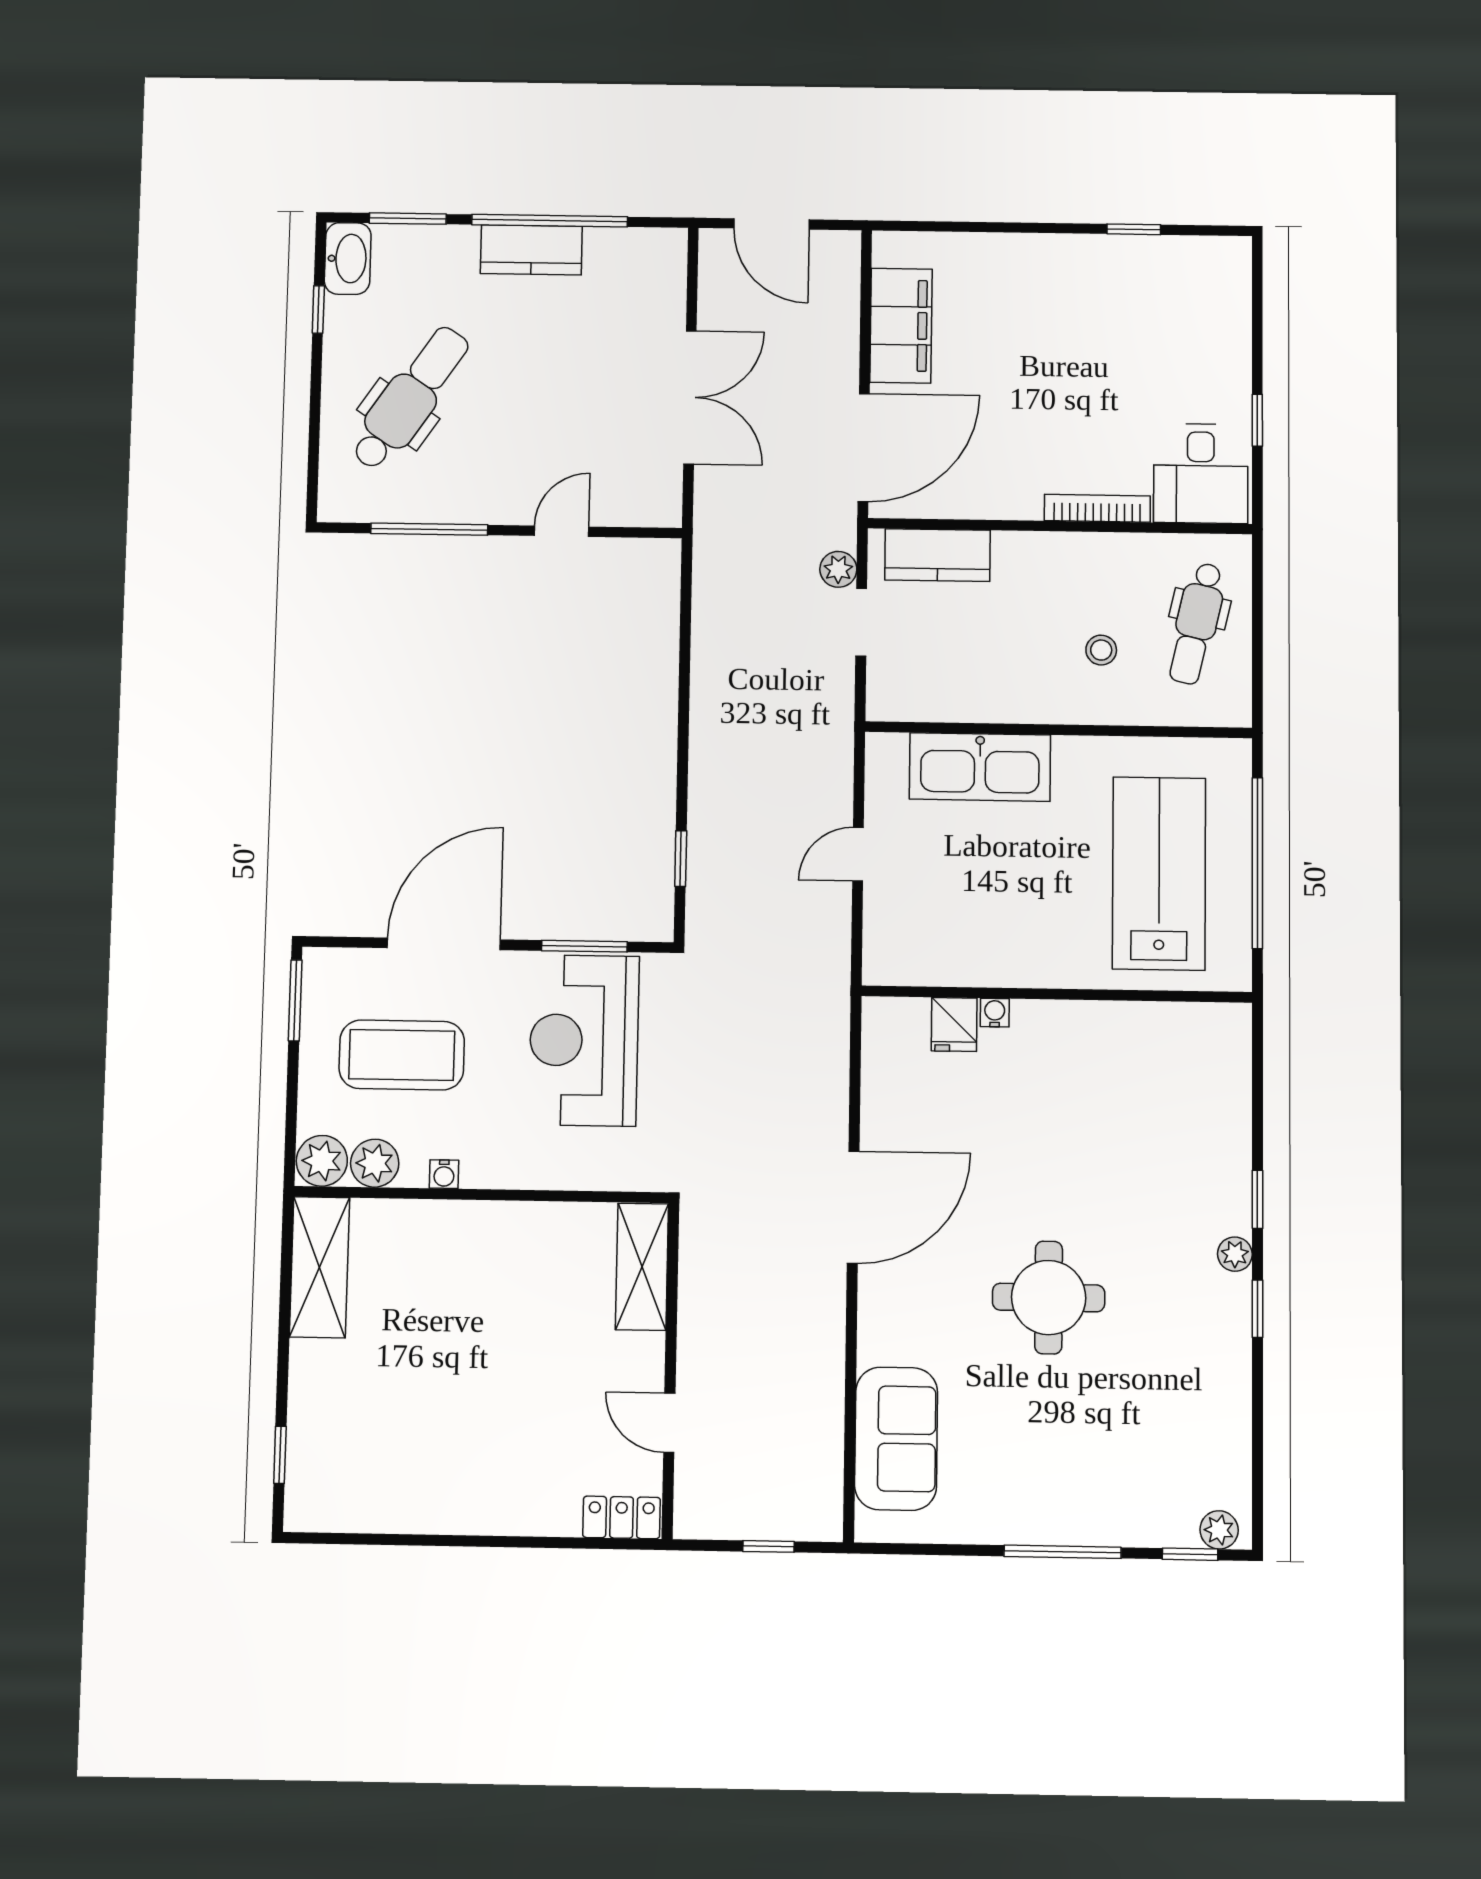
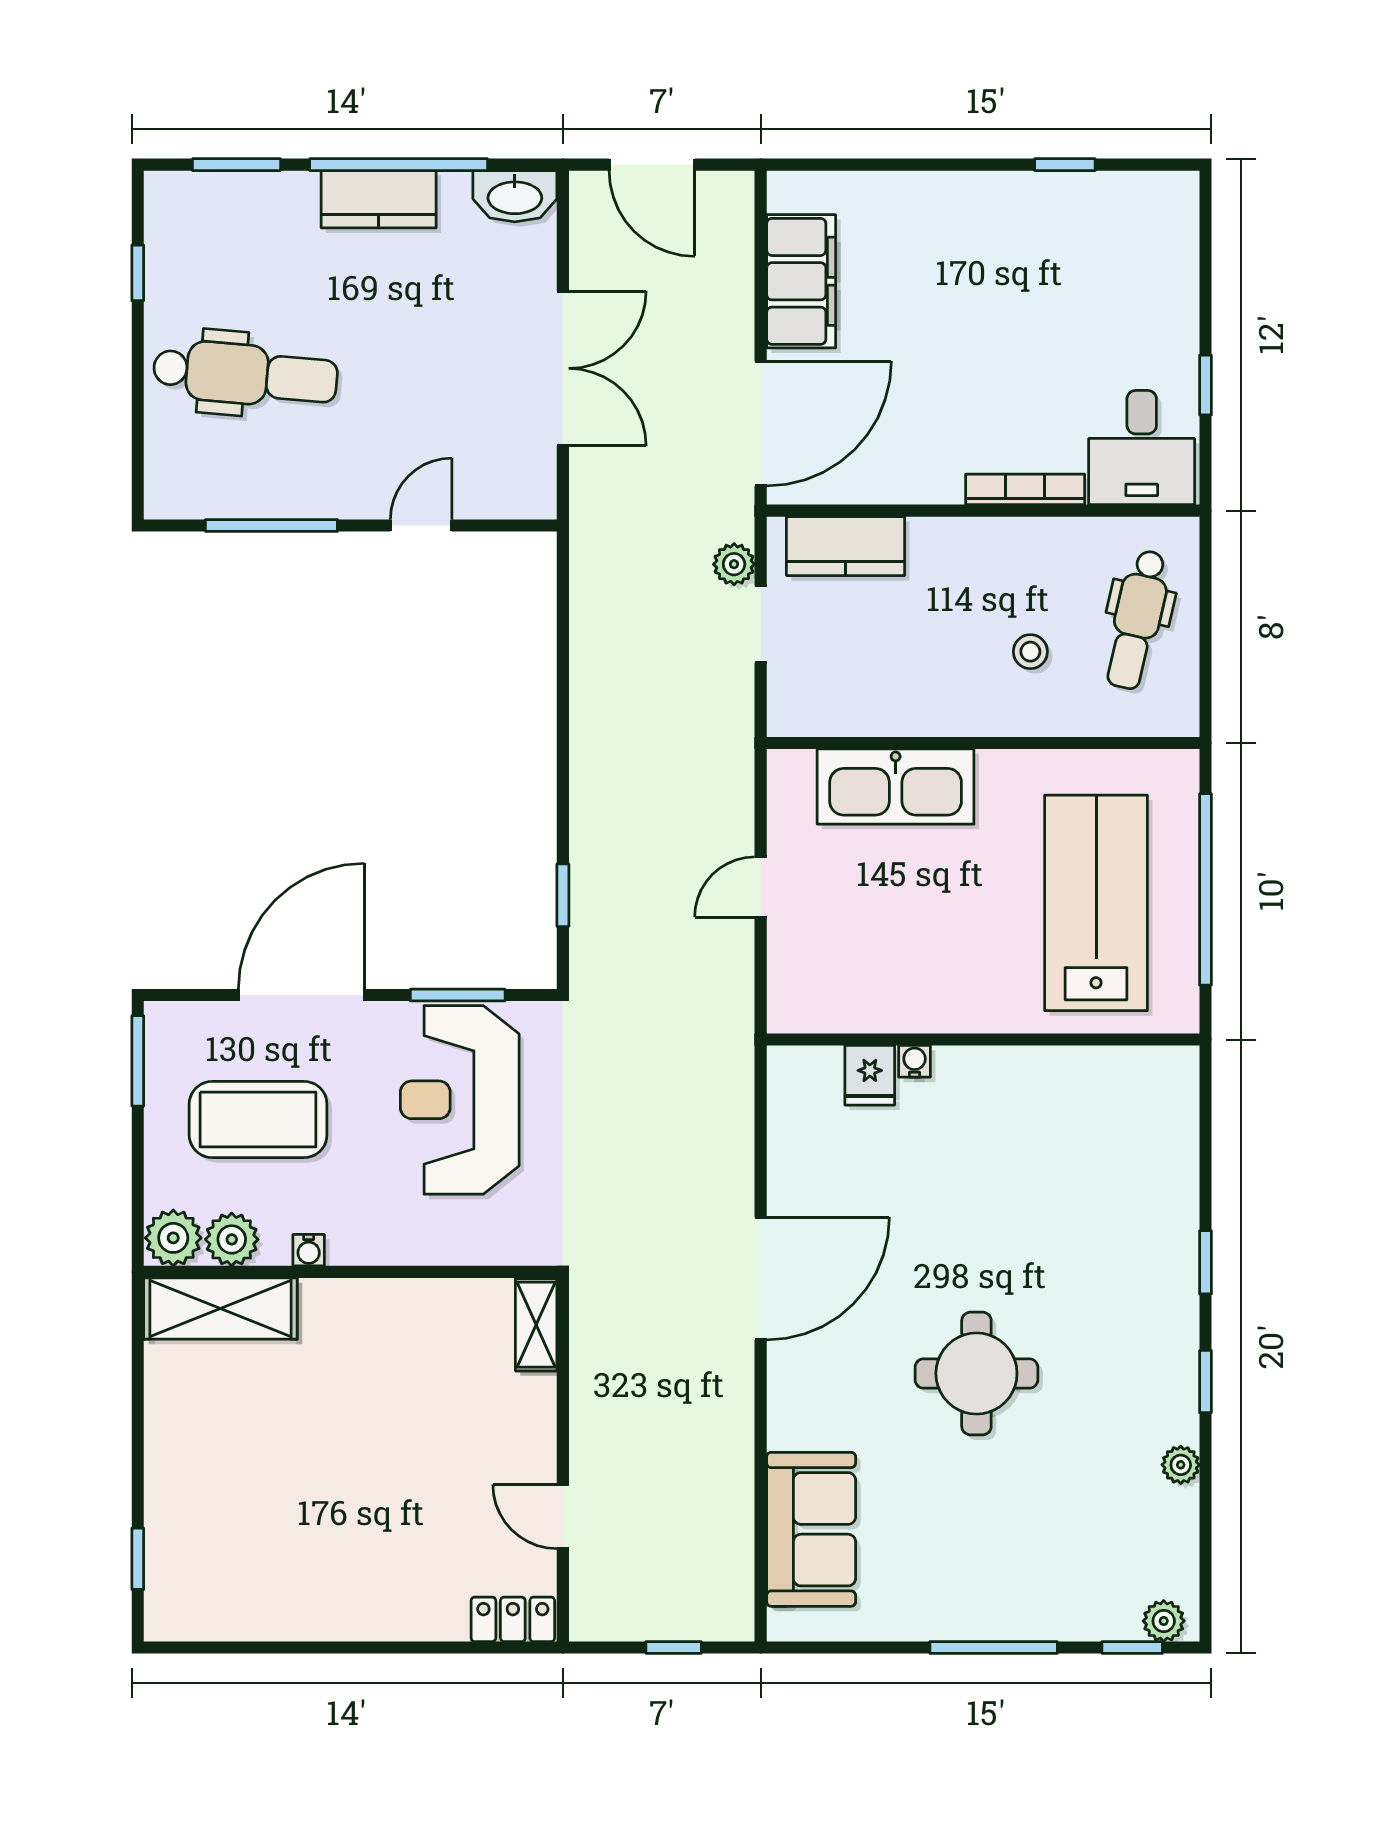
washbasin: (348, 259) -> (515, 196), moved, turned 90
dental chair: (410, 398) -> (245, 374), turned 61
plant: (1235, 1254) -> (1181, 1465), moved
shelving: (319, 1267) -> (220, 1308), moved, turned 90
shelving: (642, 1267) -> (536, 1325), width x0.67, depth x0.75

